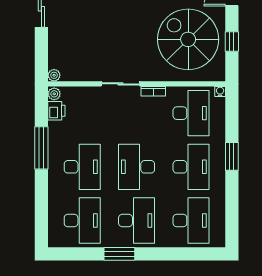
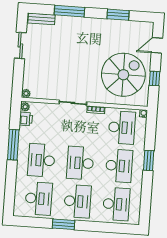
spiral stairs: (188, 39) -> (123, 75), turned 90
desk: (82, 167) -> (41, 160), turned 180

